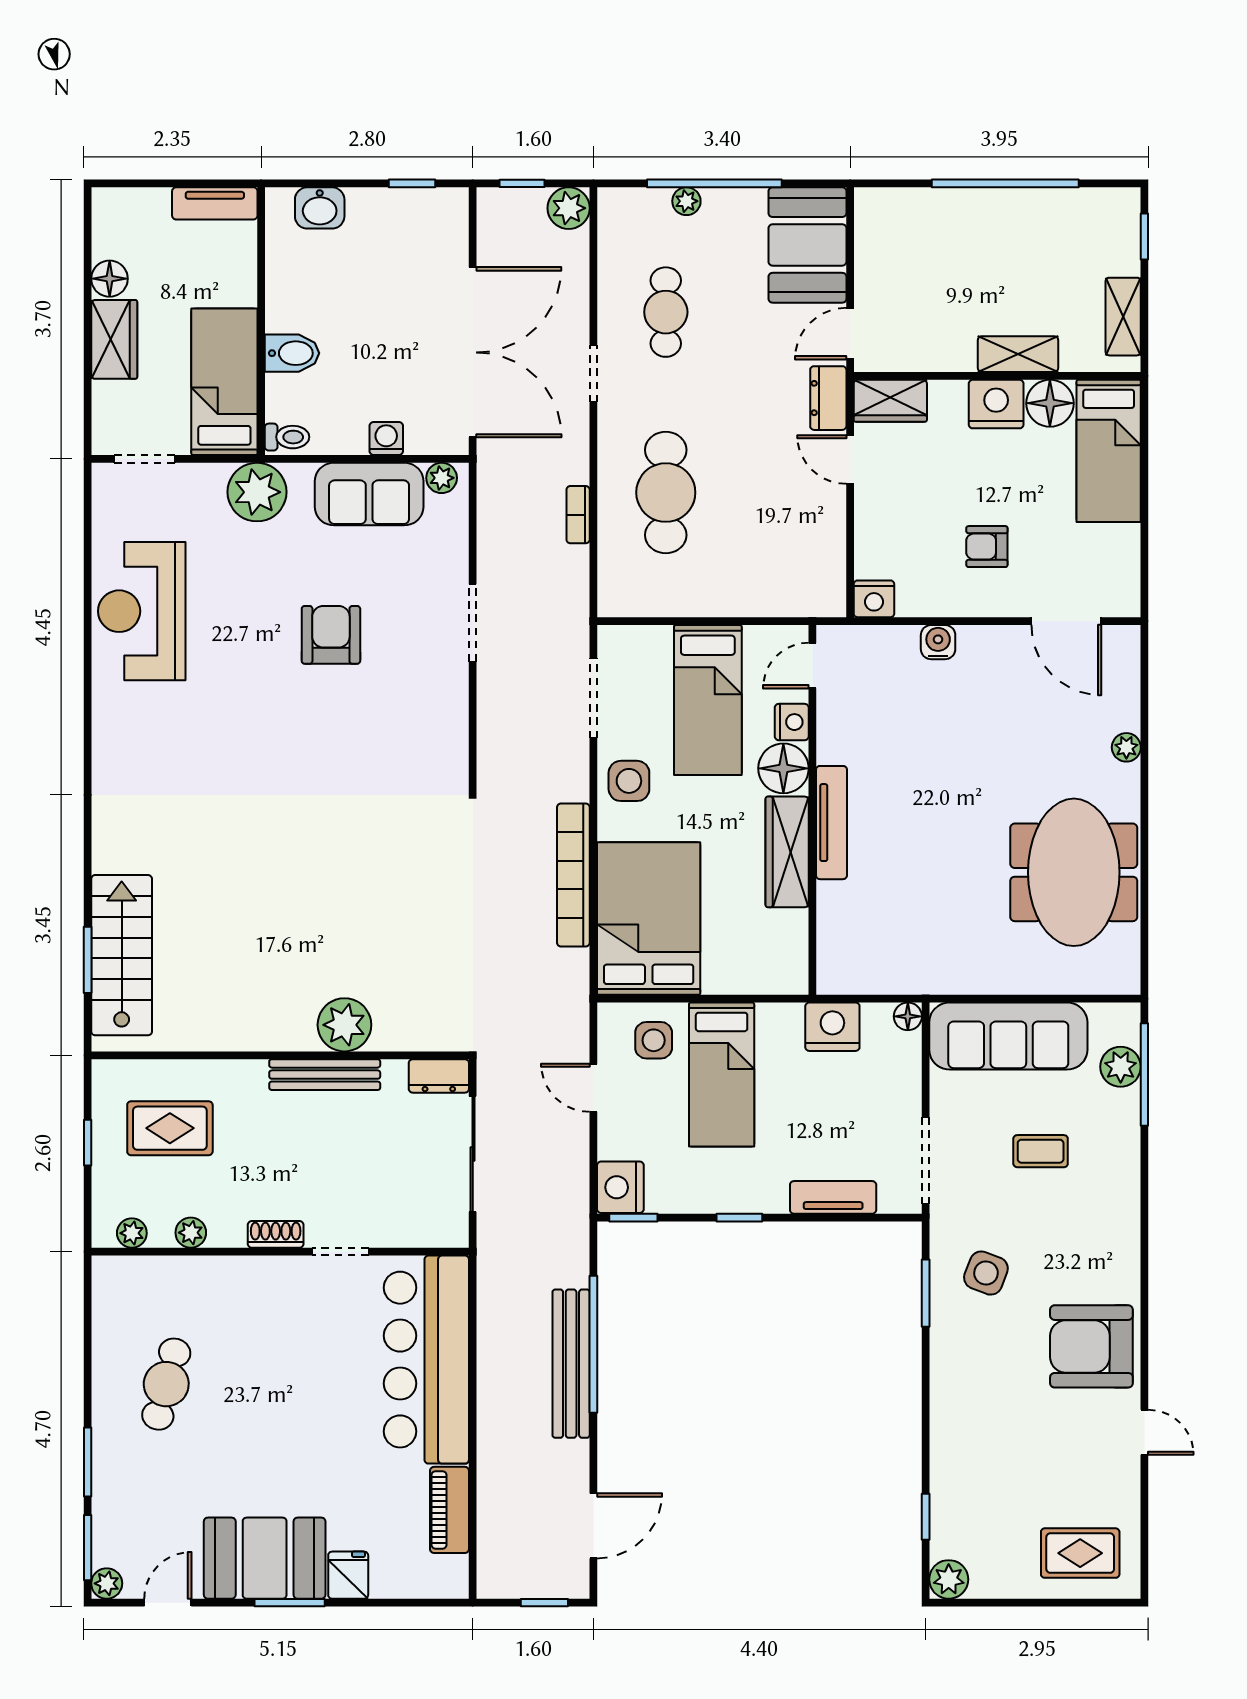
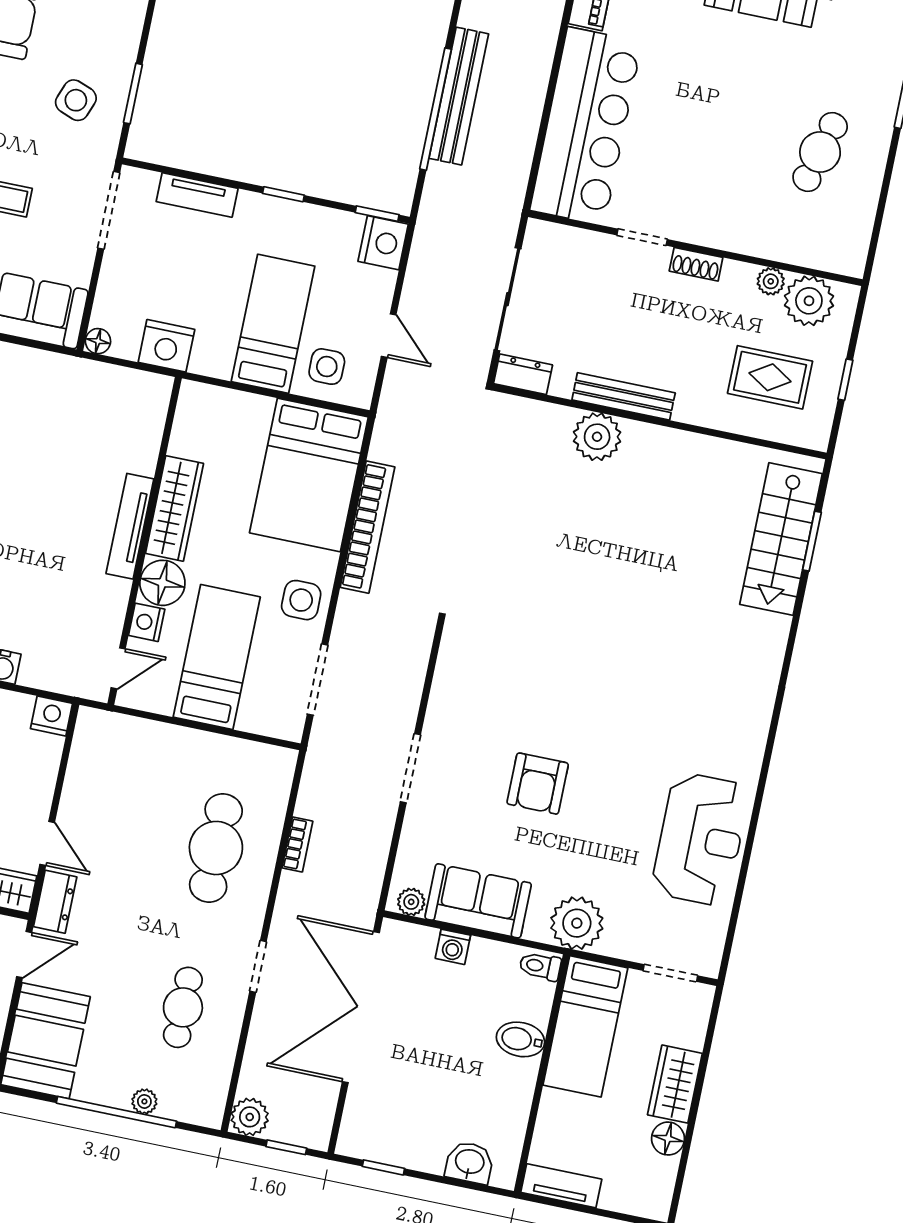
plant: (132, 1233) -> (809, 301), width x1.87, depth x1.87

